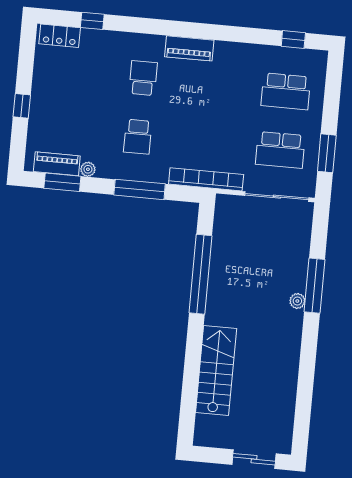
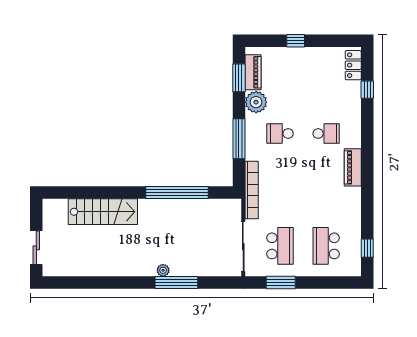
school desk: (280, 150) -> (280, 246), turned 180
plant: (88, 169) -> (256, 102), width x1.88, depth x1.88

